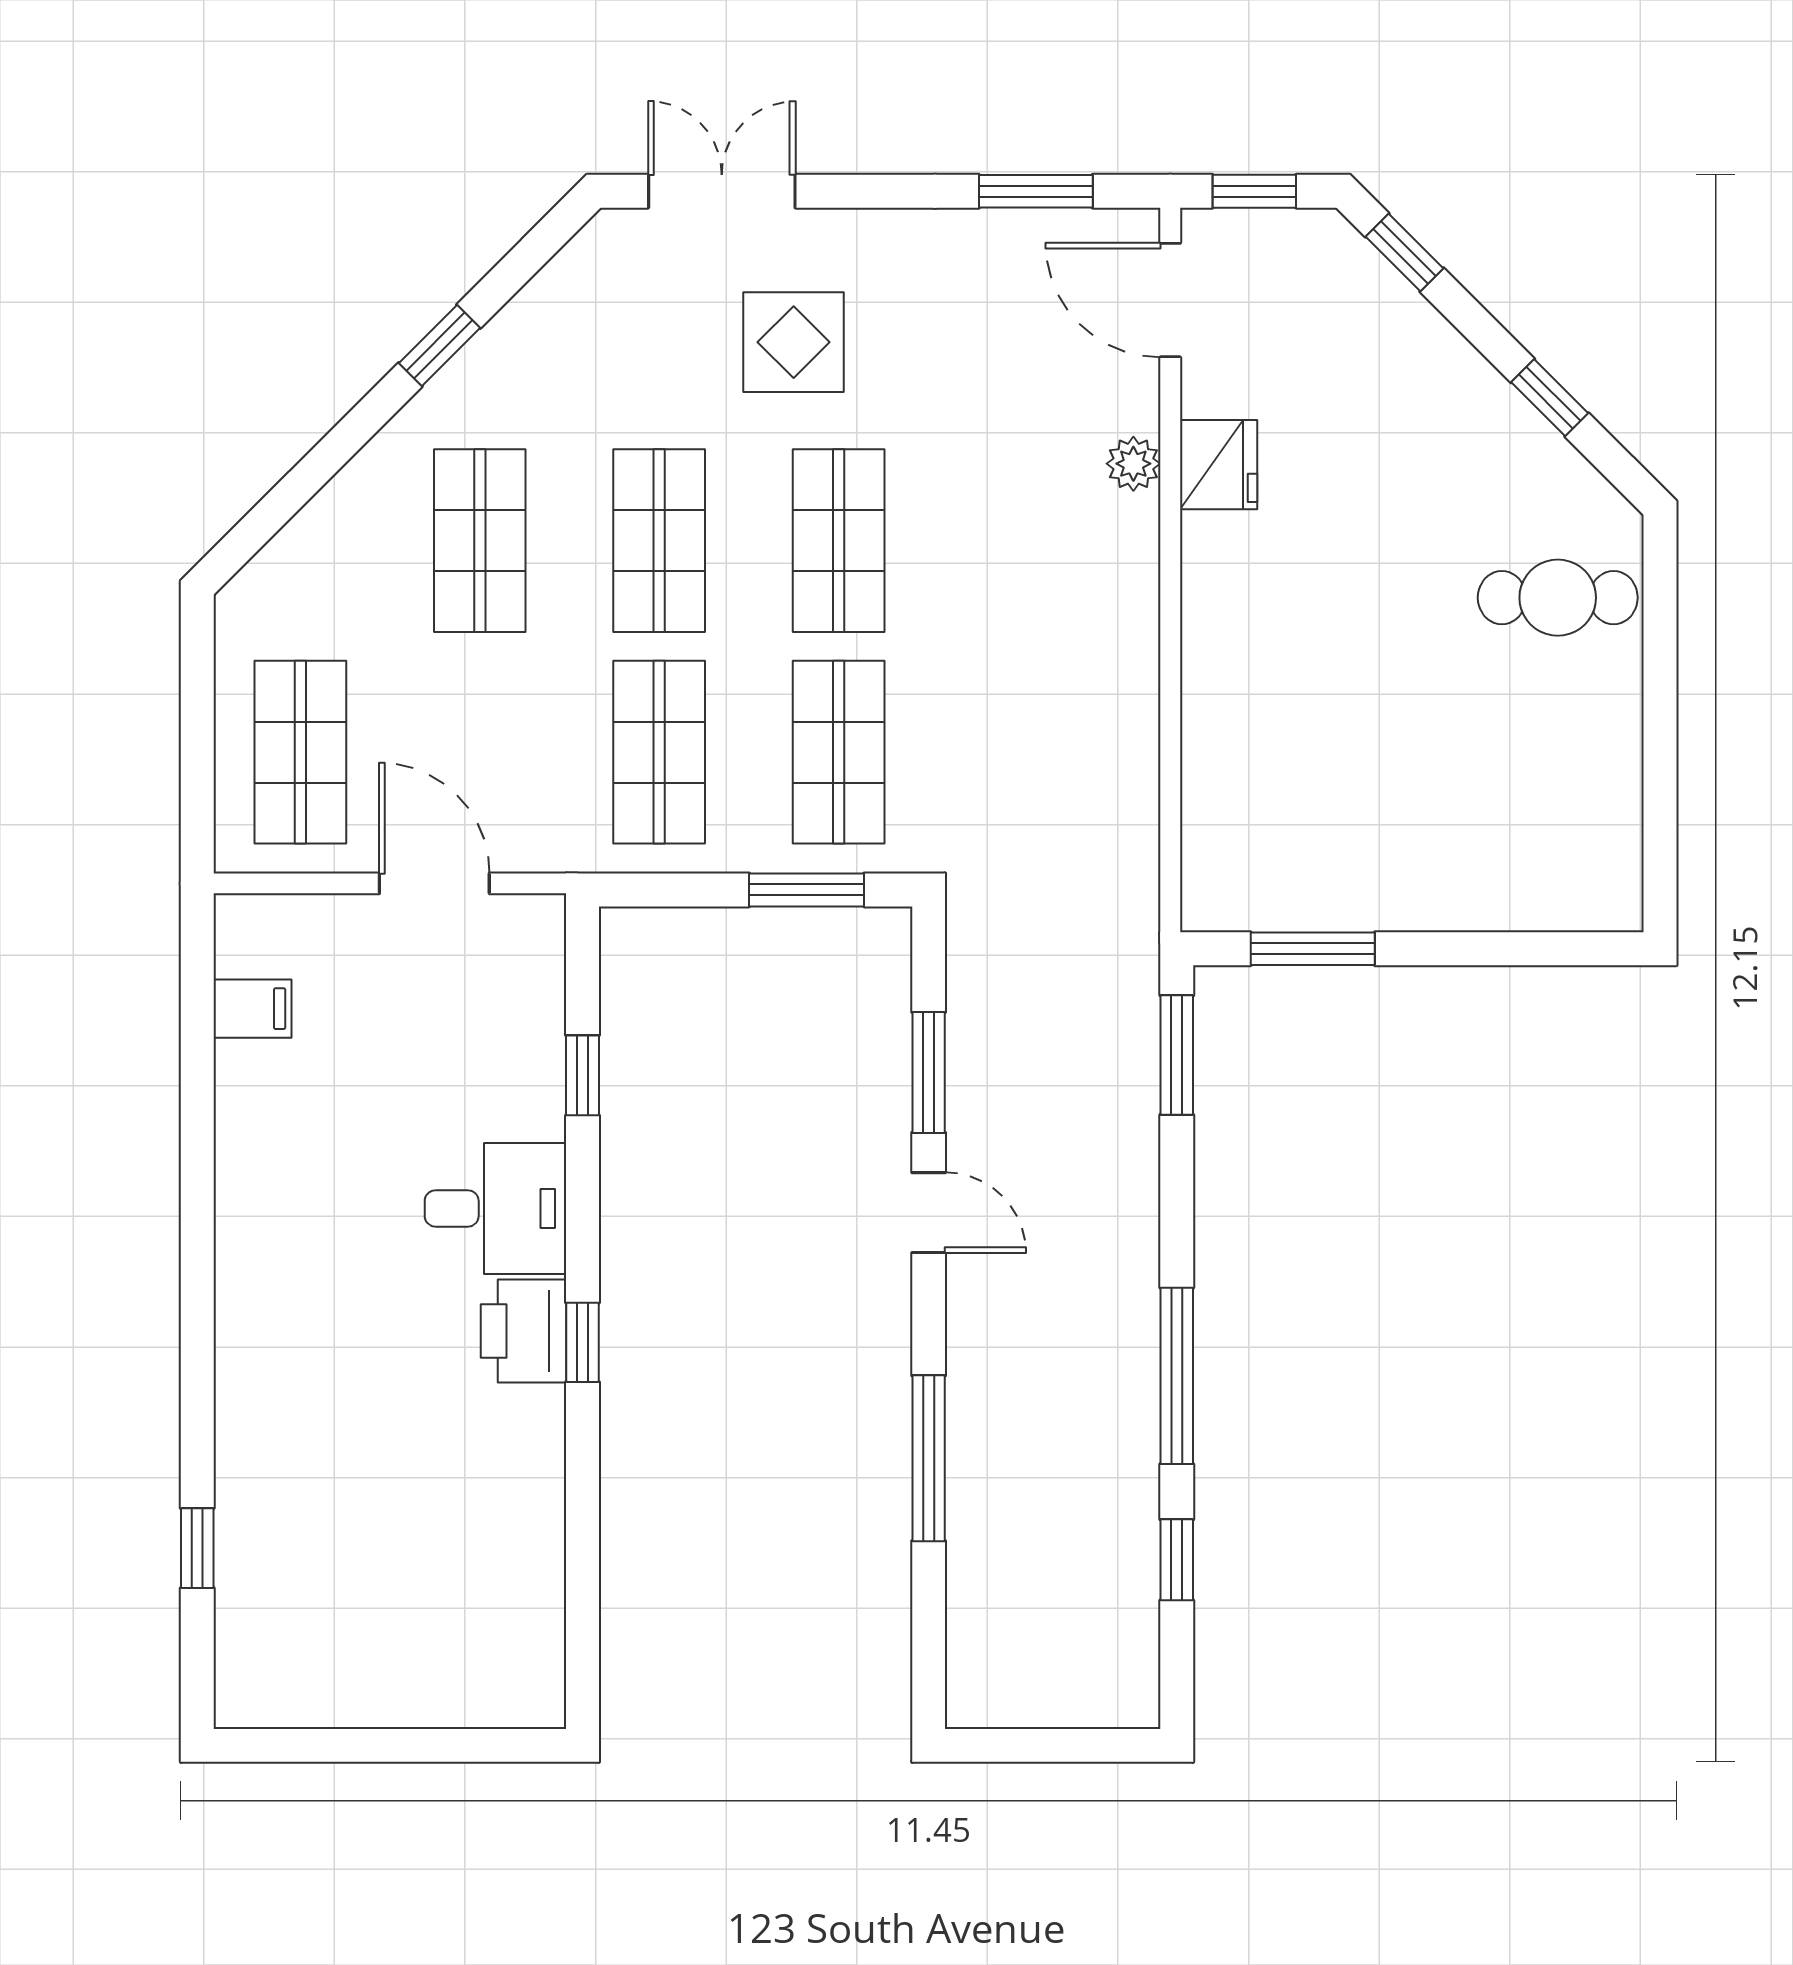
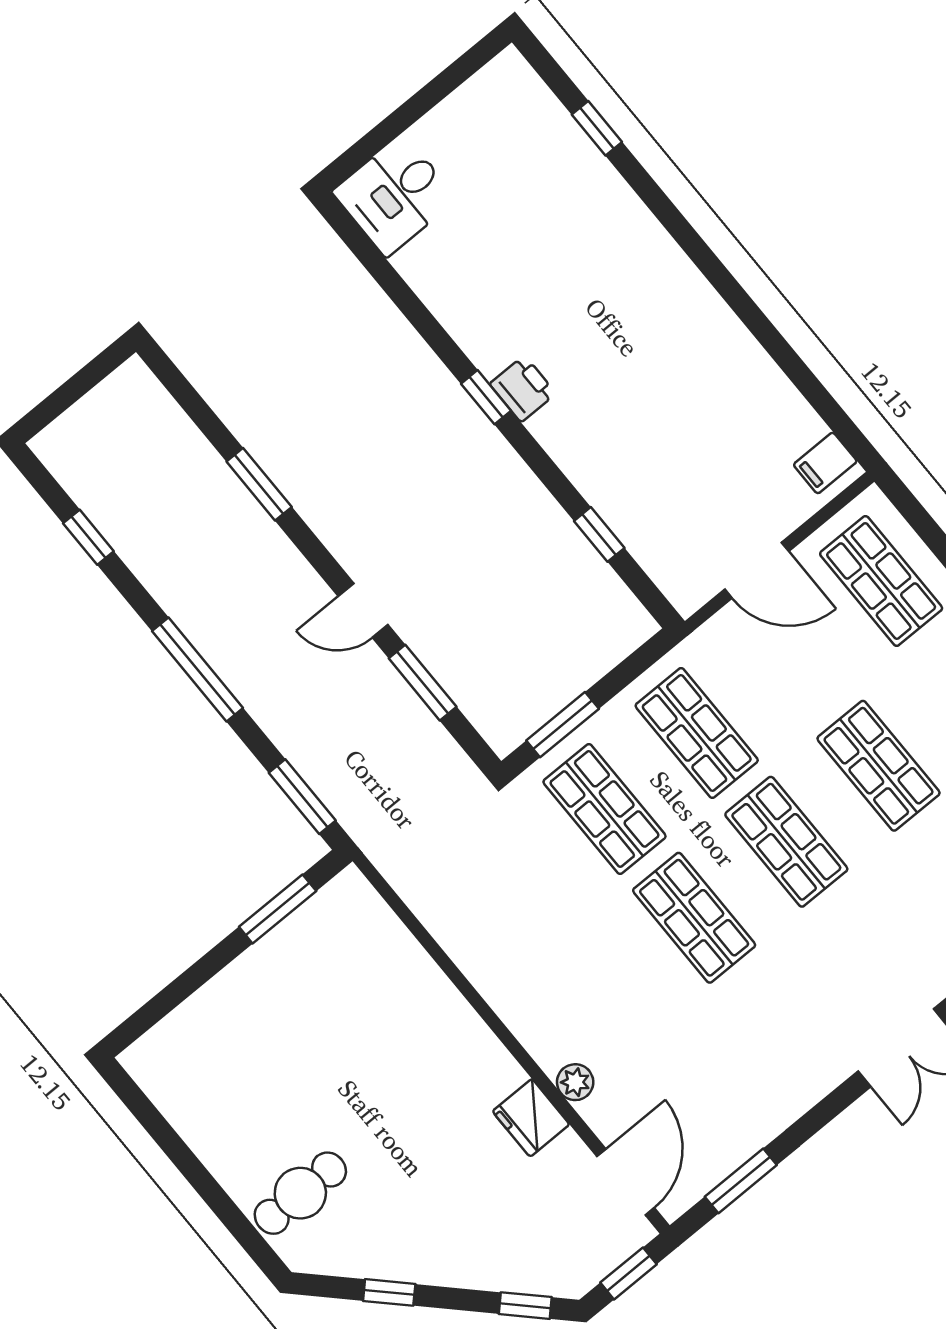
door: (1170, 300) -> (626, 1182), hinge flipped
display table: (794, 342) -> (801, 1001), removed
filing cabinet: (252, 1009) -> (825, 463), moved
desk: (495, 1208) -> (395, 195), moved
printer: (524, 1331) -> (523, 389), width x0.73, depth x0.81
window: (1177, 1376) -> (197, 669), moved
window: (929, 1458) -> (259, 484), width x0.69

